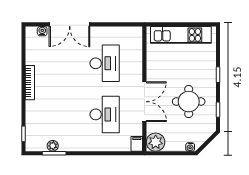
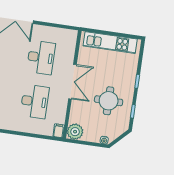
double door: (144, 102) -> (72, 82), moved

